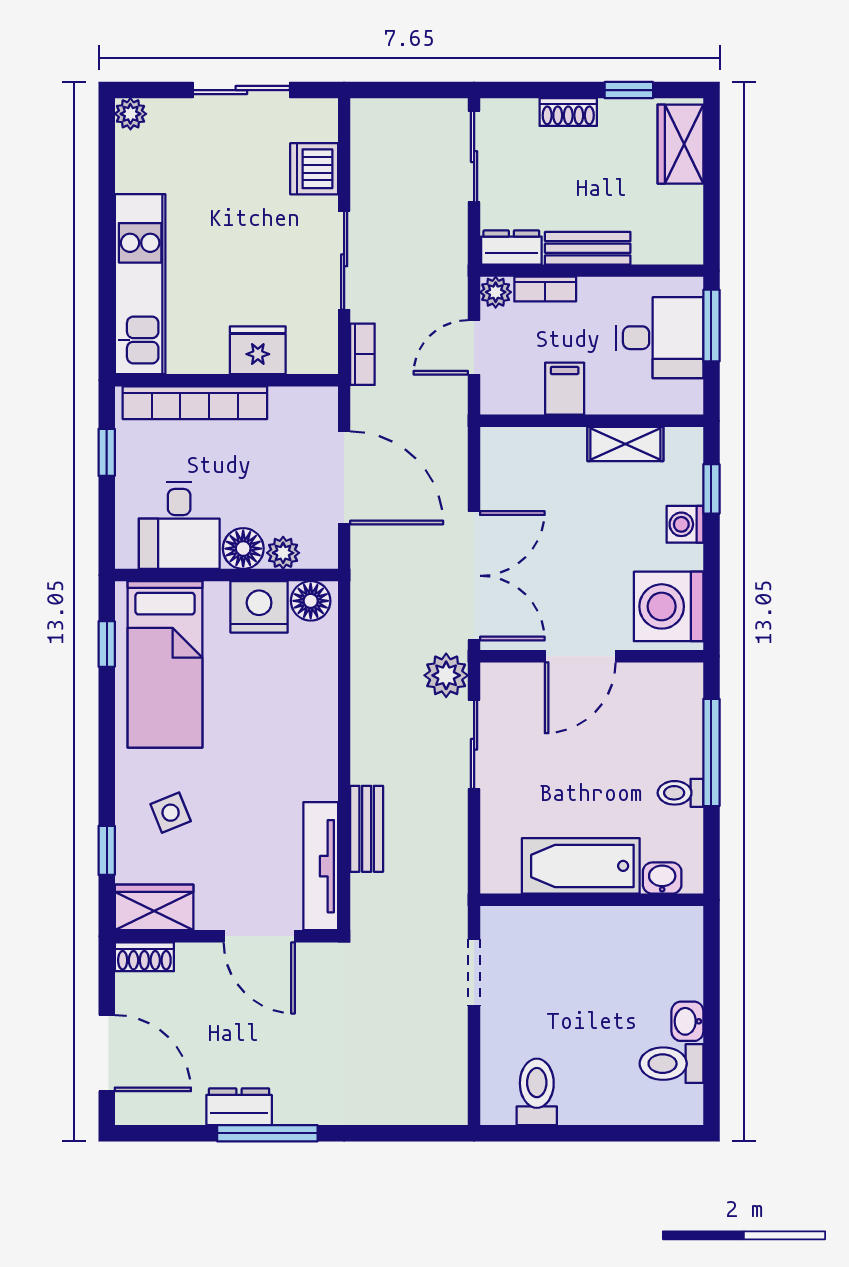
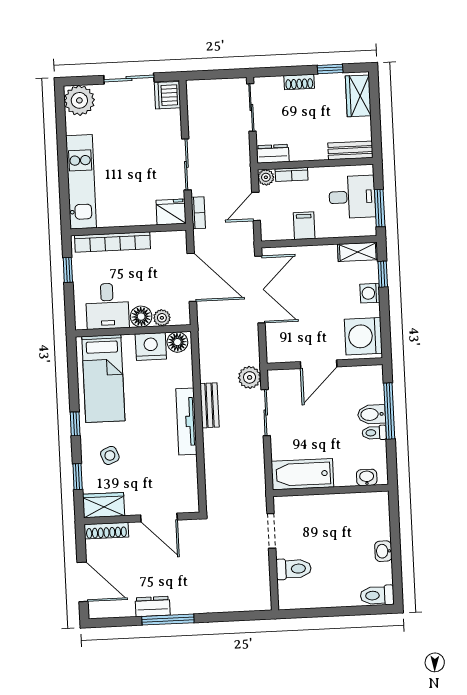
plant: (130, 114) -> (79, 100), width x1.88, depth x1.88
dishwasher: (314, 169) -> (168, 95), moved
bench: (588, 248) -> (350, 150), moved
window: (711, 326) -> (380, 208), moved
fridge: (258, 350) -> (171, 212), moved
shelving: (625, 444) -> (358, 252), moved
double door: (474, 576) -> (260, 290), moved
window: (107, 644) -> (75, 424), moved
bidet: (677, 757) -> (371, 414), added
bench: (367, 829) -> (210, 405), moved
tv unit: (321, 866) -> (186, 422), moved
bathtub: (581, 866) -> (302, 474), moved
shoe rack: (144, 957) -> (106, 531), width x1.43
toilet: (671, 1064) -> (377, 595), moved
toilet: (537, 1092) -> (294, 569), moved, turned 90

